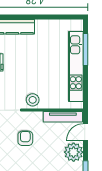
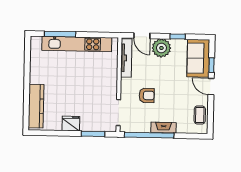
stool: (33, 100) -> (109, 87), removed
armchair: (25, 138) -> (147, 95), turned 180

